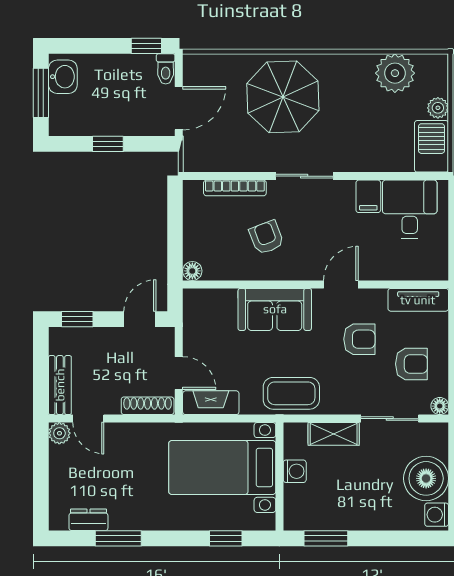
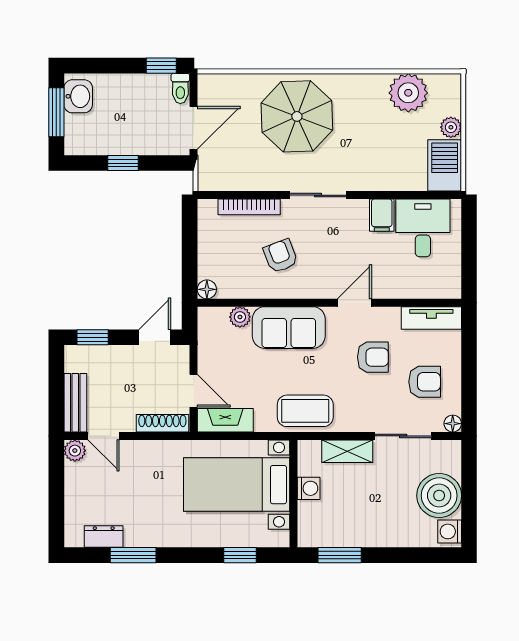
plant: (226, 299) -> (240, 317), added

